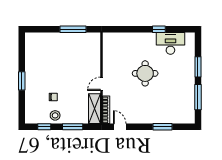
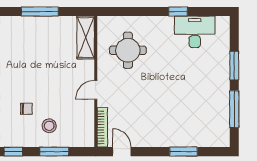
window: (73, 29) -> (40, 12), moved
round table: (145, 73) -> (128, 50), moved
shelving: (94, 109) -> (86, 37), moved
stool: (55, 115) -> (49, 126), moved

